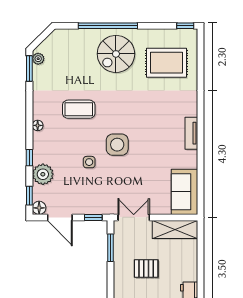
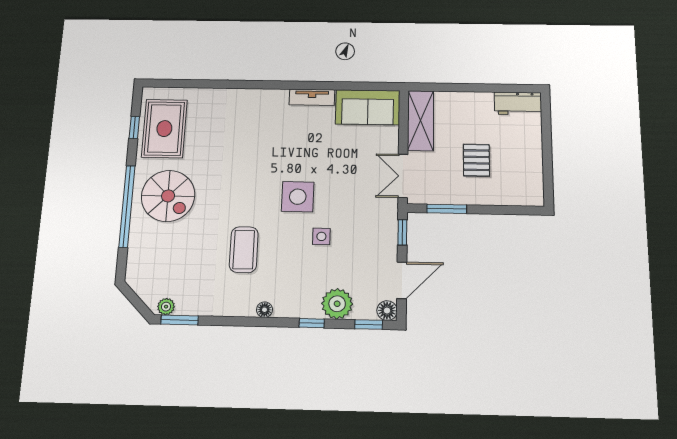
window: (185, 26) -> (134, 127), moved
rug: (167, 63) -> (164, 129), moved
tv unit: (191, 133) -> (312, 97), moved

